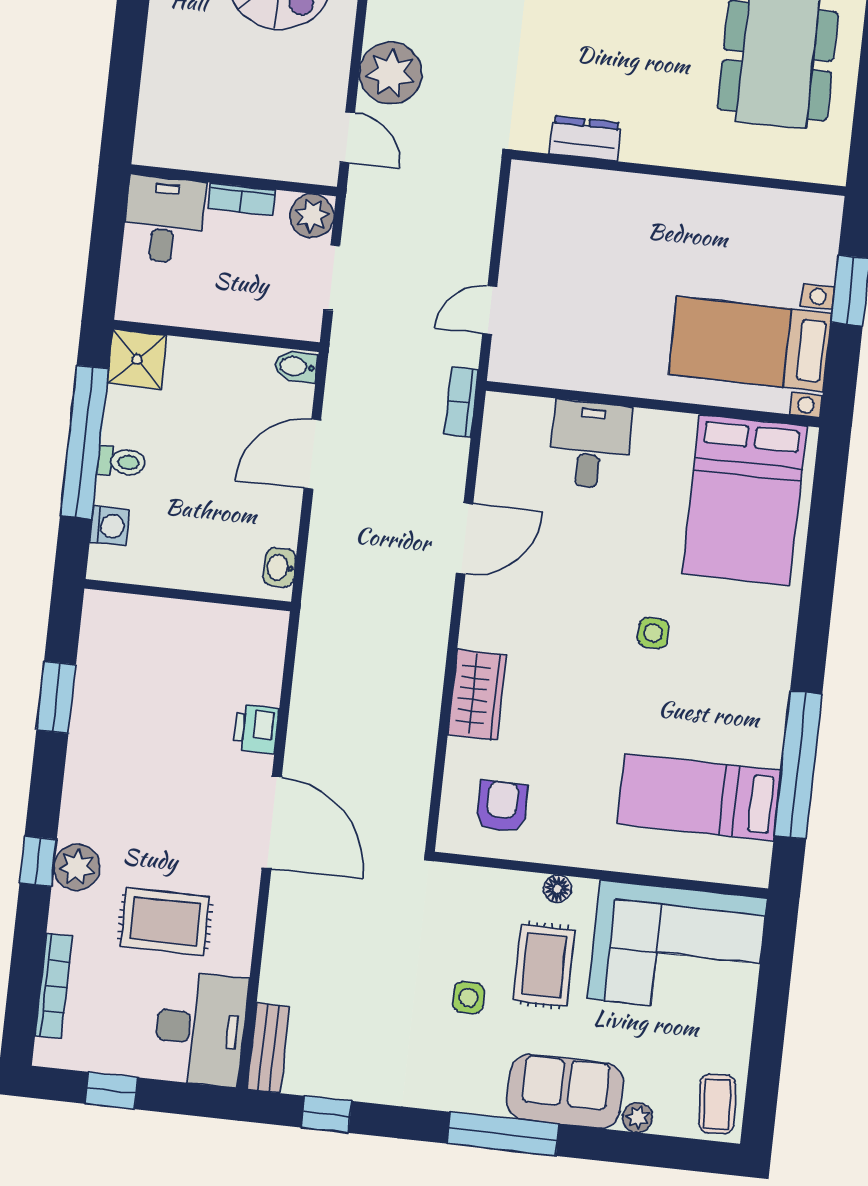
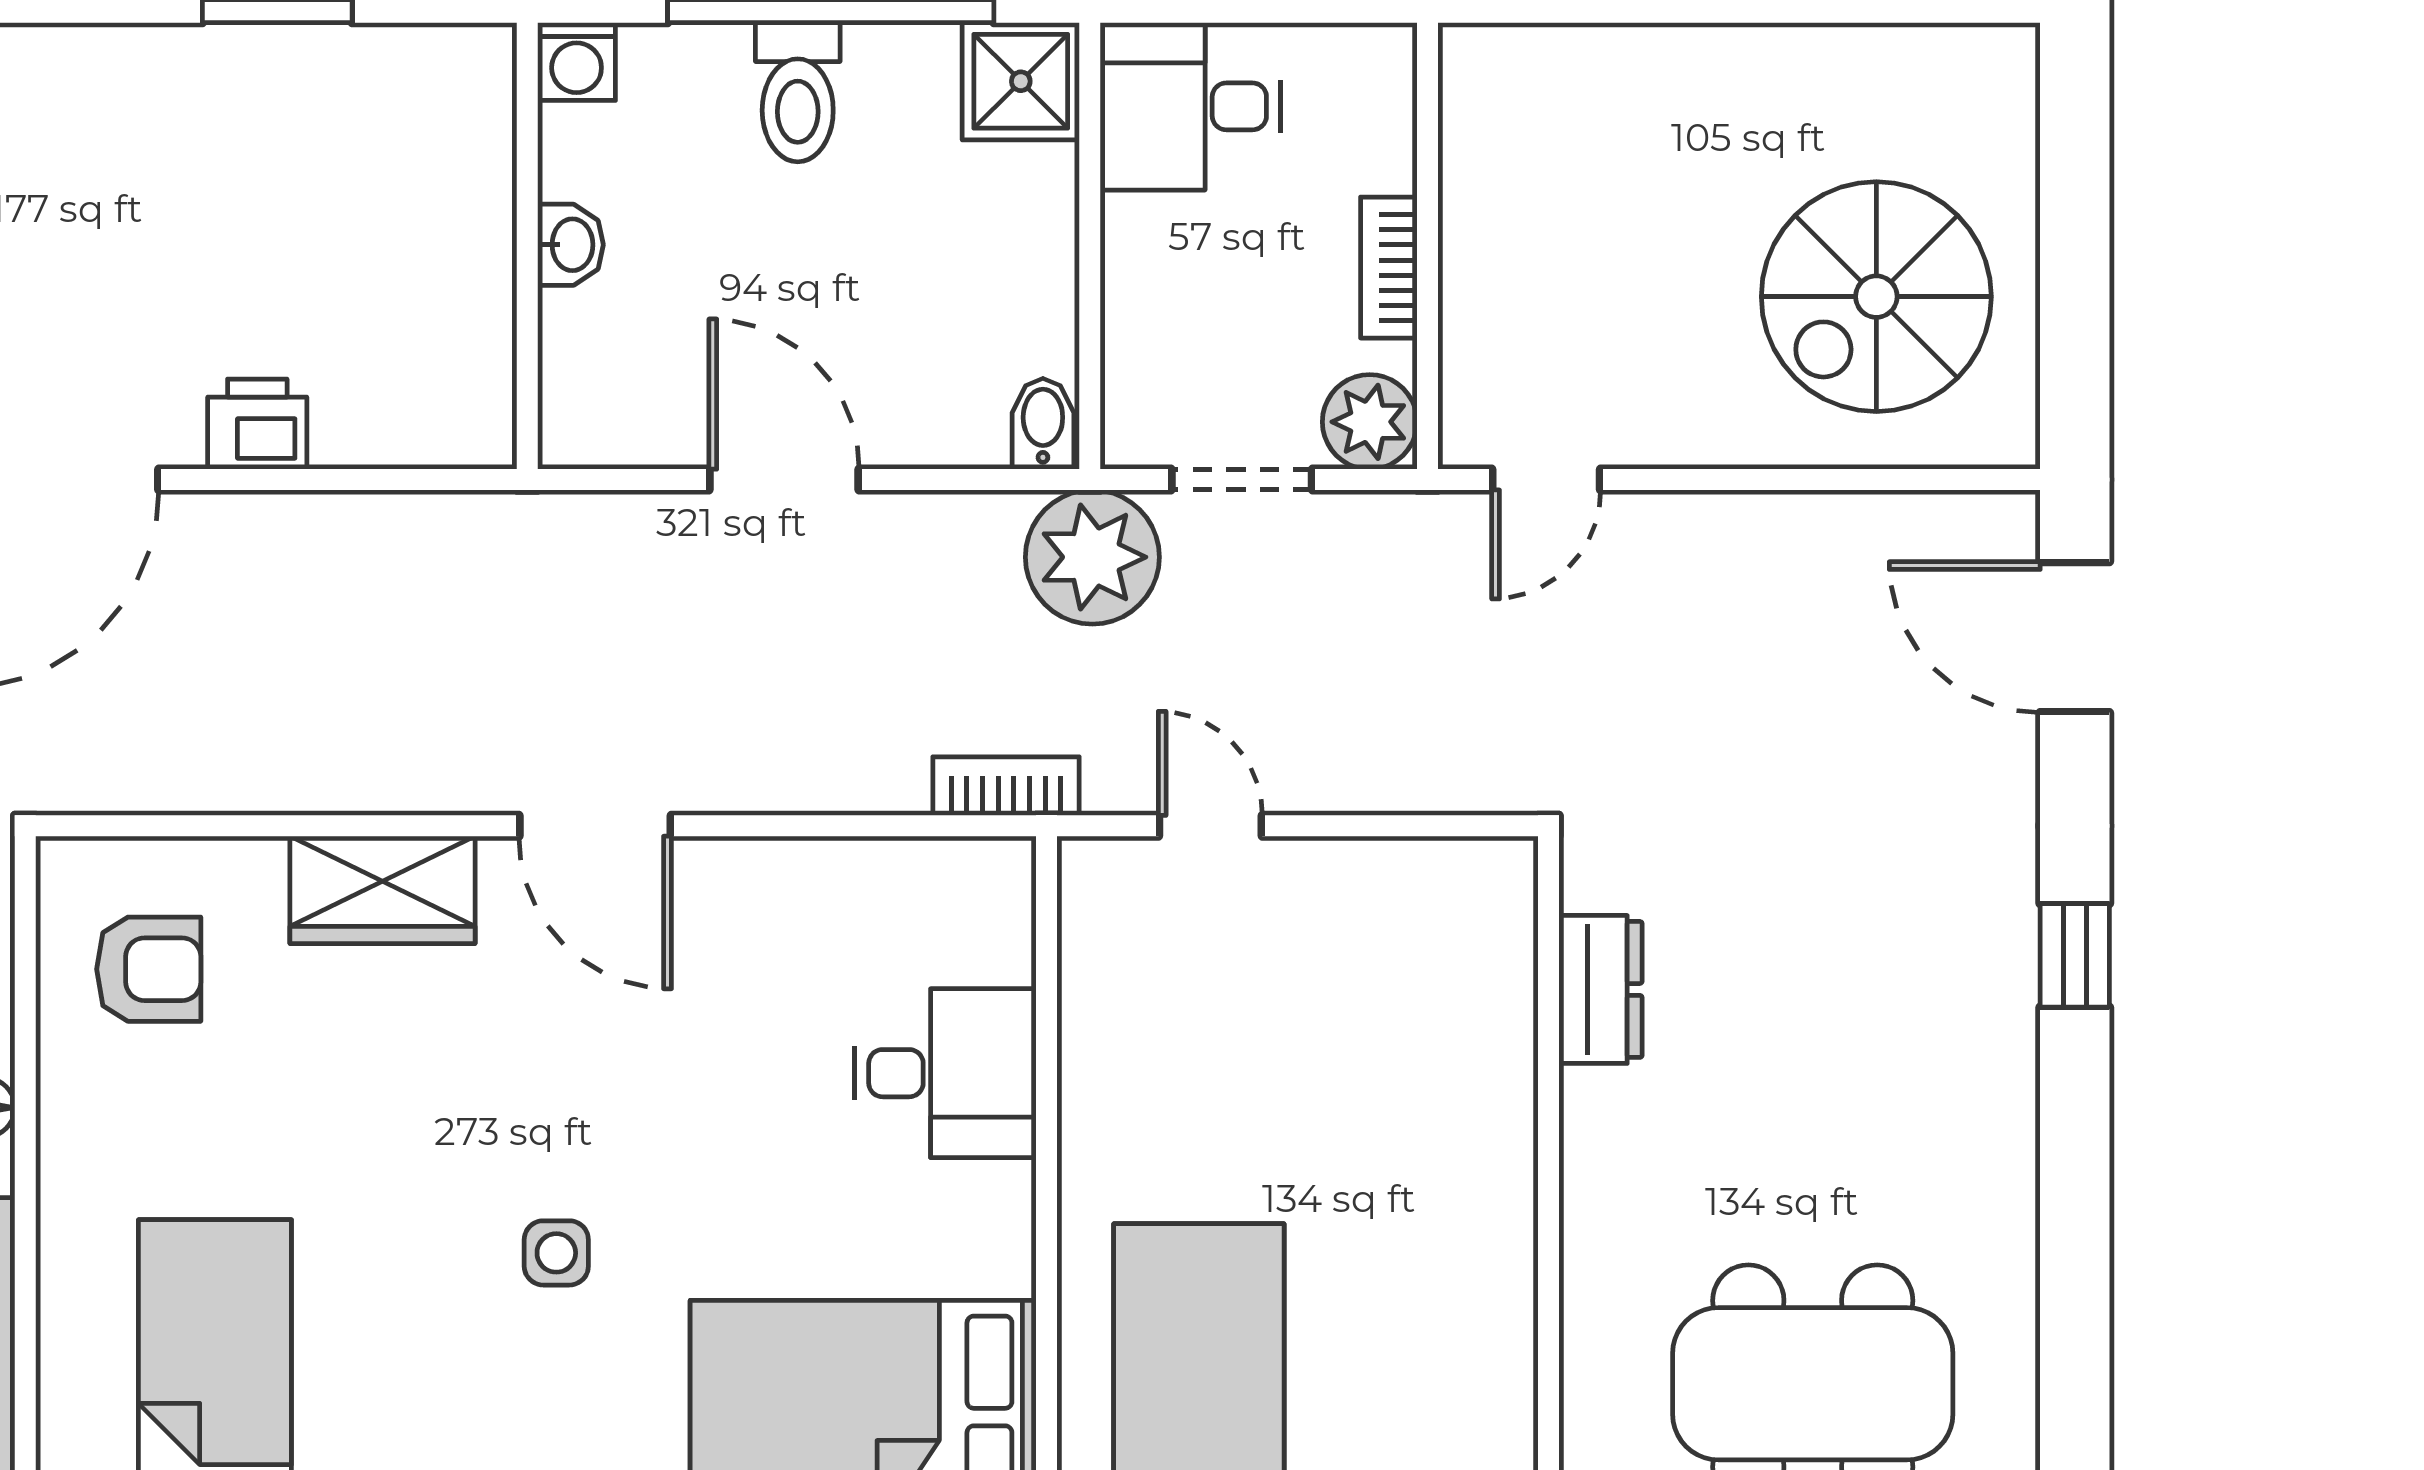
plant: (391, 73) -> (1092, 557), moved
desk: (164, 220) -> (1191, 106), moved, turned 180
door: (312, 454) -> (784, 480), moved
toilet: (122, 462) -> (798, 92), width x1.37, depth x1.39
washing machine: (109, 526) -> (577, 62), moved
door: (465, 539) -> (595, 826), moved
washbasin: (280, 568) -> (570, 245), moved, turned 90

